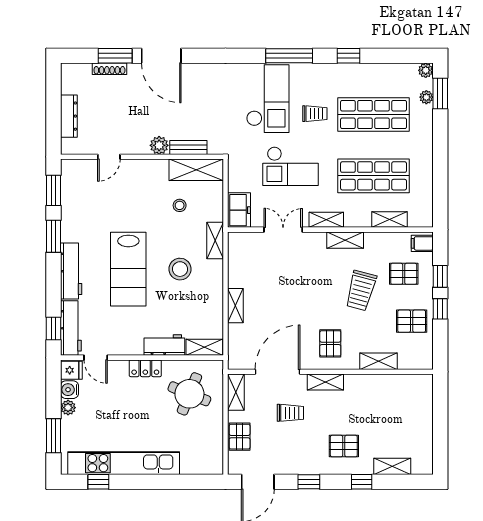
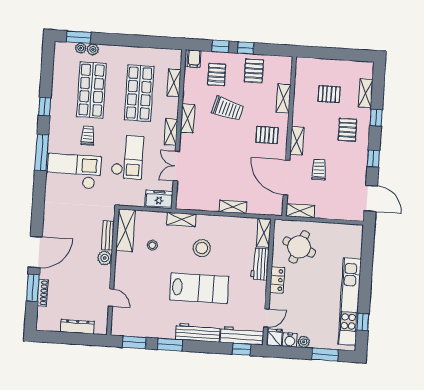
plant: (426, 70) -> (93, 49), moved
pallet: (240, 437) -> (329, 94), moved

